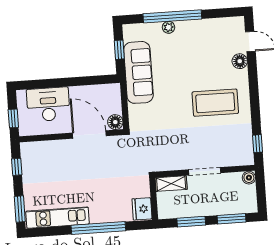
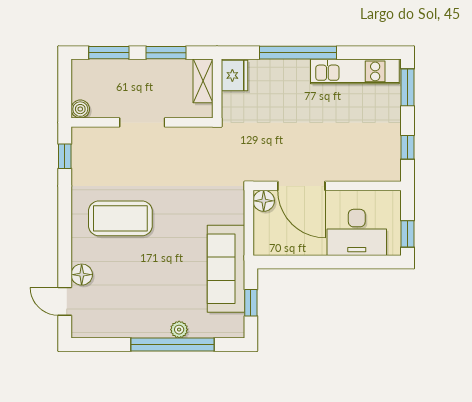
window: (13, 118) -> (407, 234), moved
shelving: (171, 184) -> (203, 81), moved, turned 90

